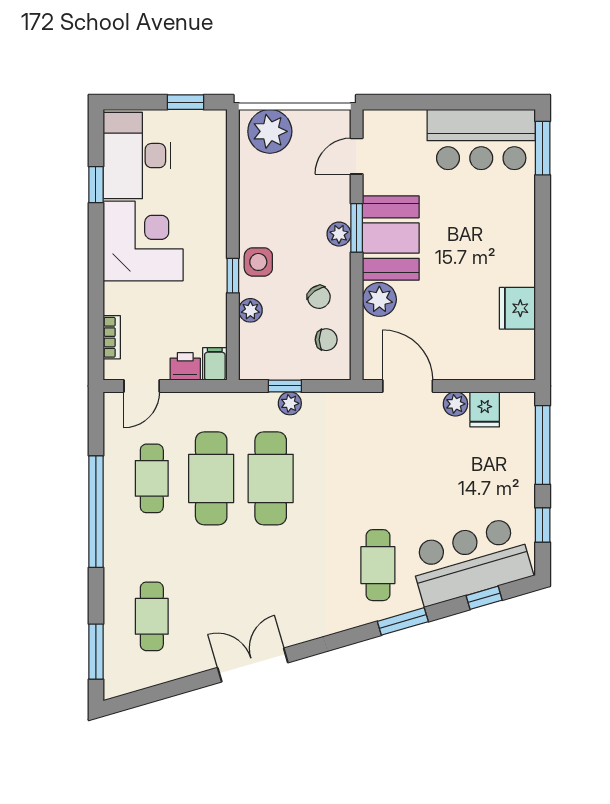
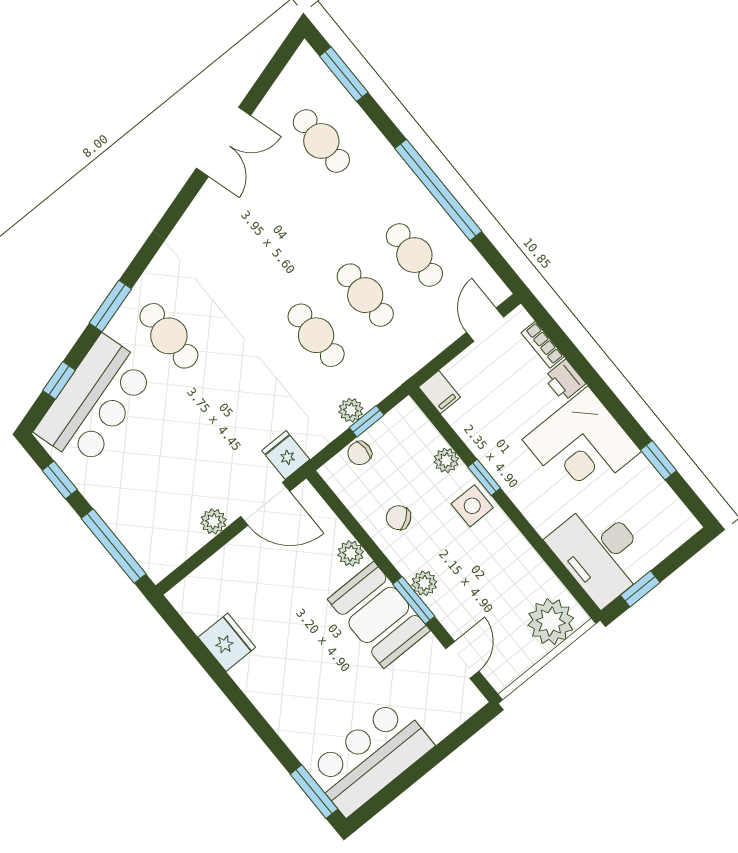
desk: (137, 156) -> (600, 552), moved, turned 180
plant: (379, 299) -> (351, 553), width x0.73, depth x0.73
chair: (326, 340) -> (360, 453), moved
printer: (185, 366) -> (565, 380), moved, turned 90
fridge: (485, 409) -> (286, 455), moved
cafe table: (211, 478) -> (365, 295), width x0.73, depth x0.74
cafe table: (271, 478) -> (316, 335), width x0.73, depth x0.74
double door: (253, 665) -> (224, 142), moved

